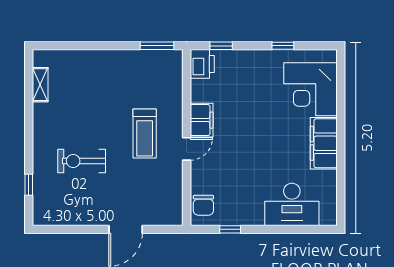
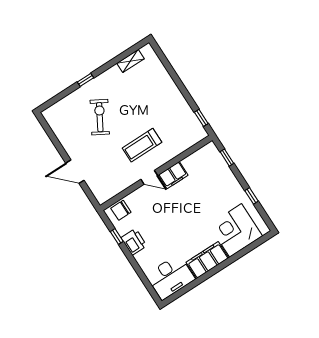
window: (157, 46) -> (201, 118), width x0.67
printer: (202, 64) -> (134, 242), moved, turned -90
exercise bike: (82, 161) -> (100, 117), turned 30
window: (29, 185) -> (85, 80), moved
desk: (292, 204) -> (171, 277), moved, turned -90

